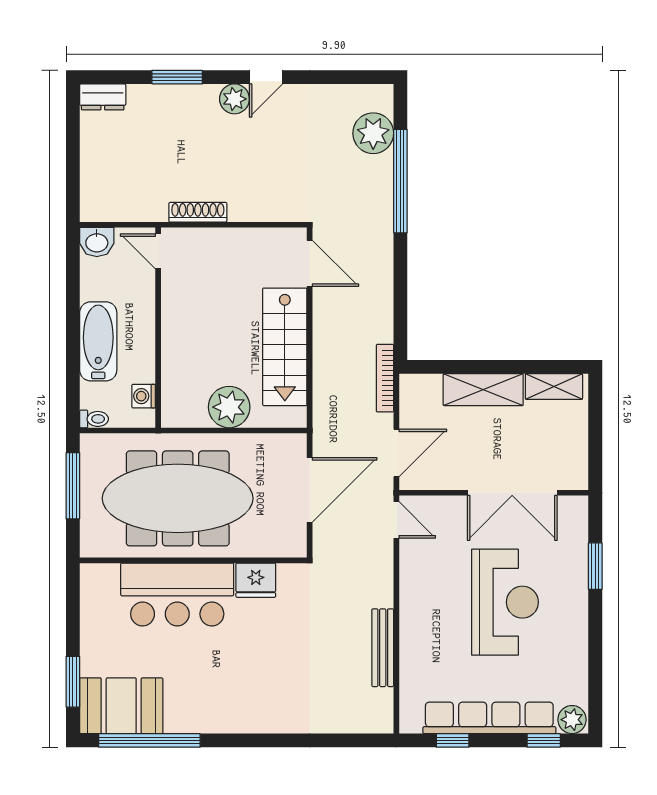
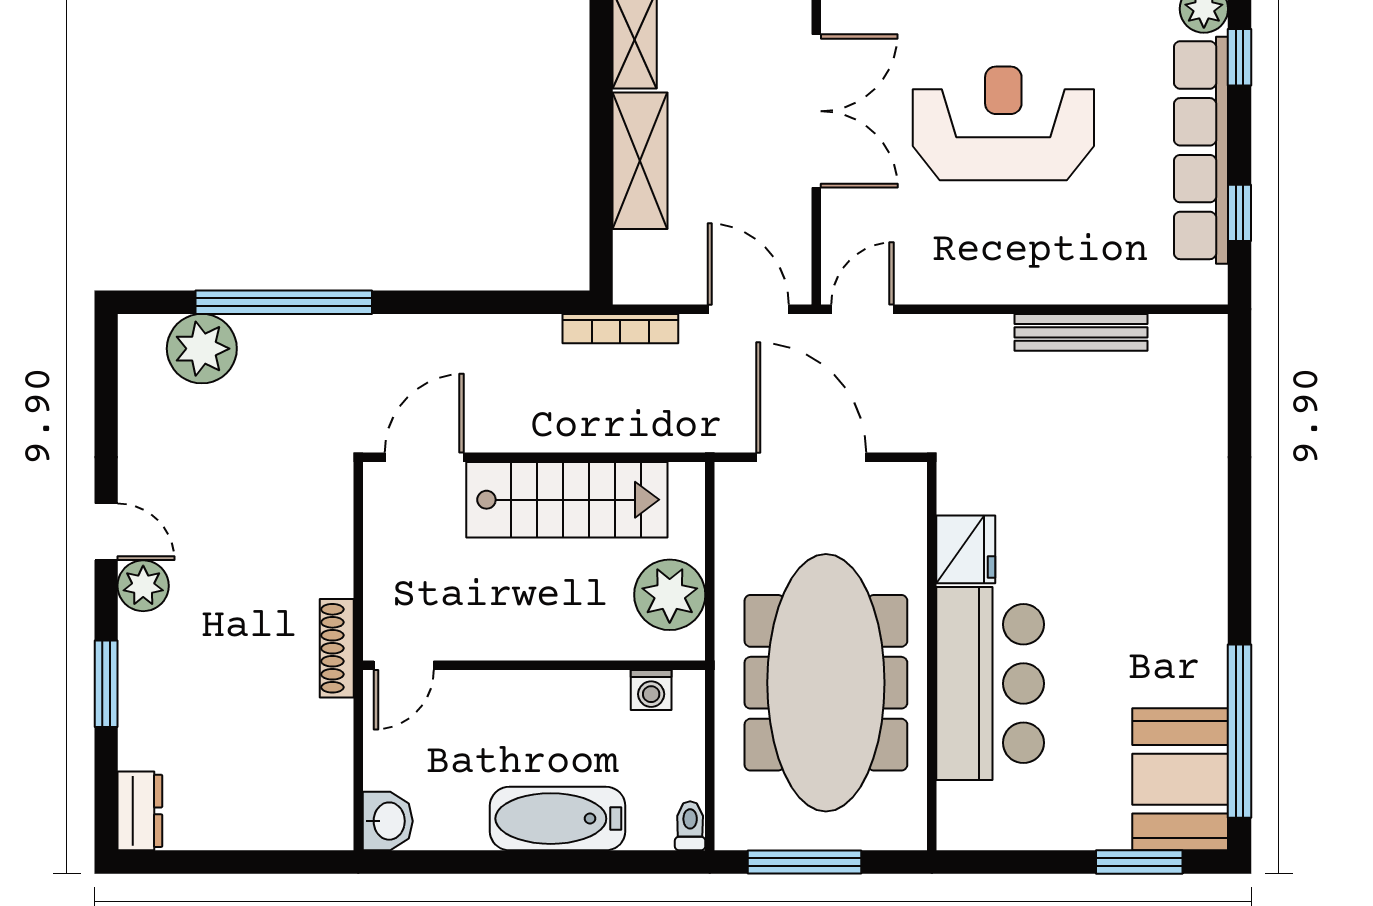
door: (158, 251) -> (404, 665), moved
wall: (158, 328) -> (534, 665), moved
washing machine: (144, 396) -> (651, 690), moved

